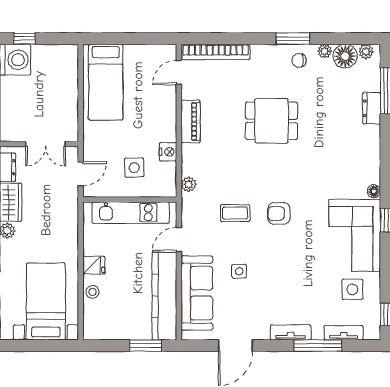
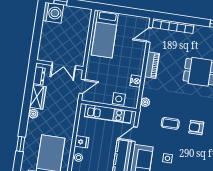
side table: (134, 168) -> (119, 99), moved

